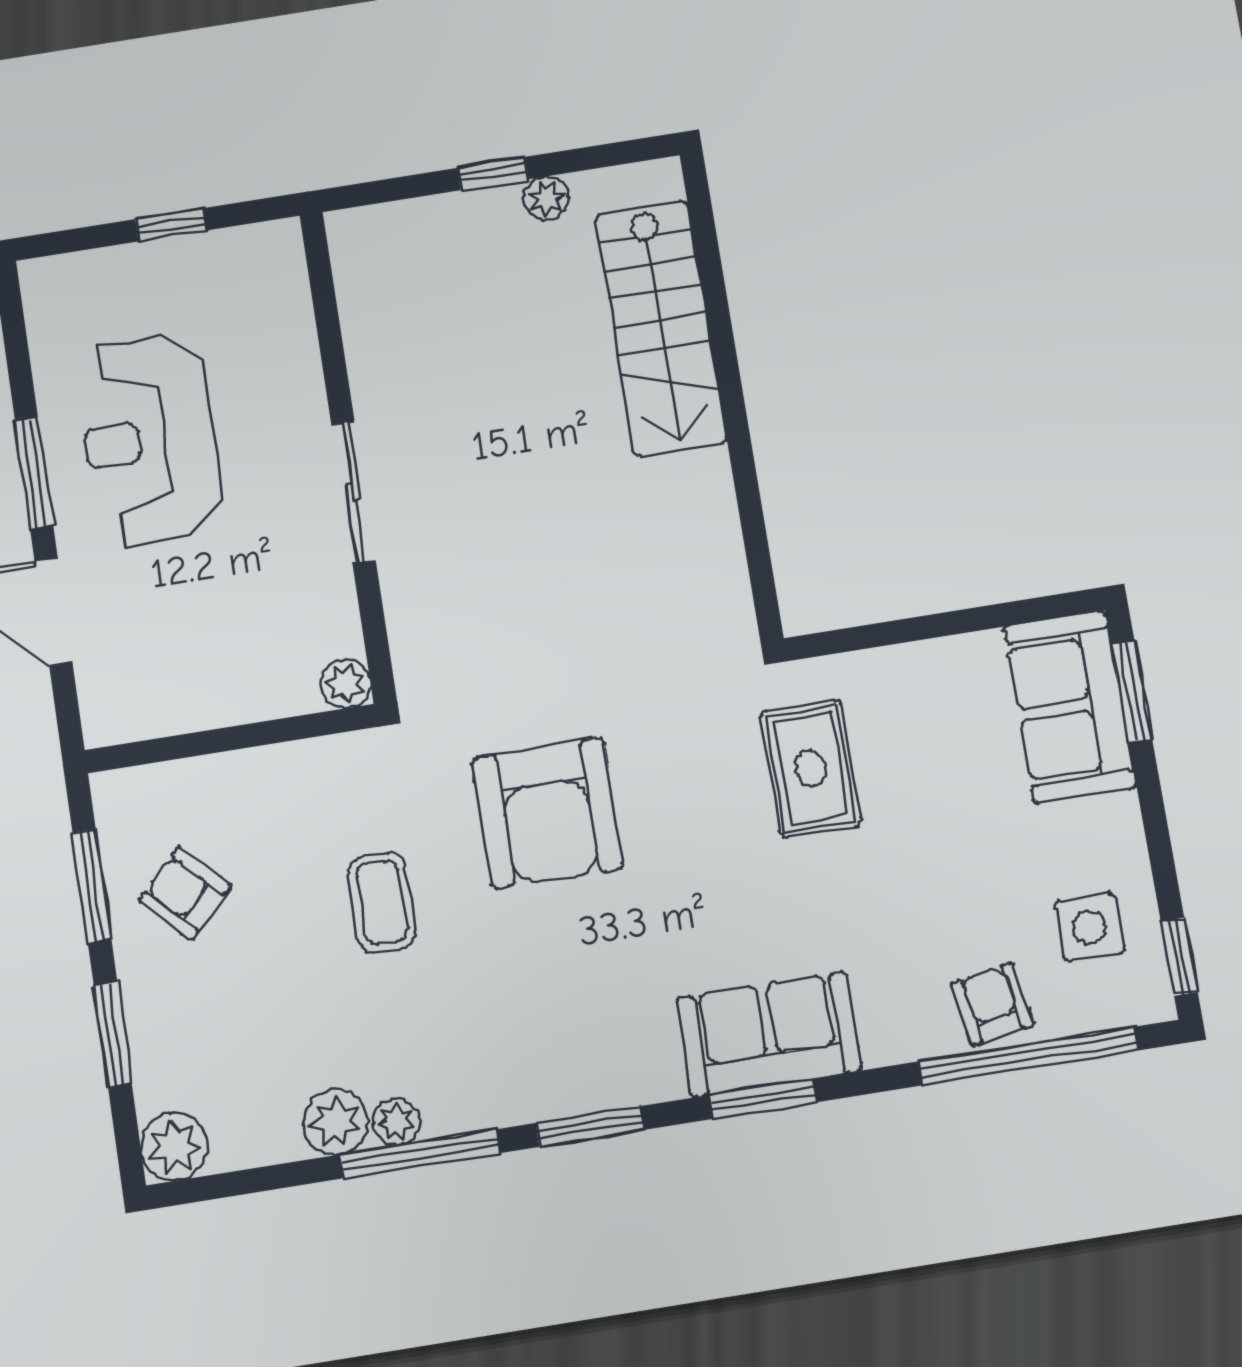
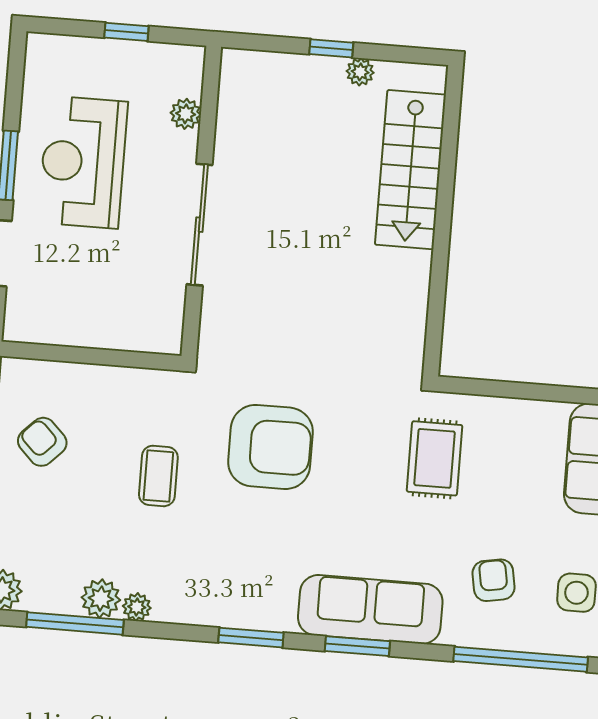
sliding door: (353, 492) -> (199, 225), width x1.37
plant: (345, 683) -> (186, 114), moved
armchair: (548, 813) -> (270, 447), turned -90
armchair: (992, 1004) -> (494, 580), moved
sofa: (769, 1034) -> (370, 609), width x1.36
window: (419, 1154) -> (75, 623), moved

